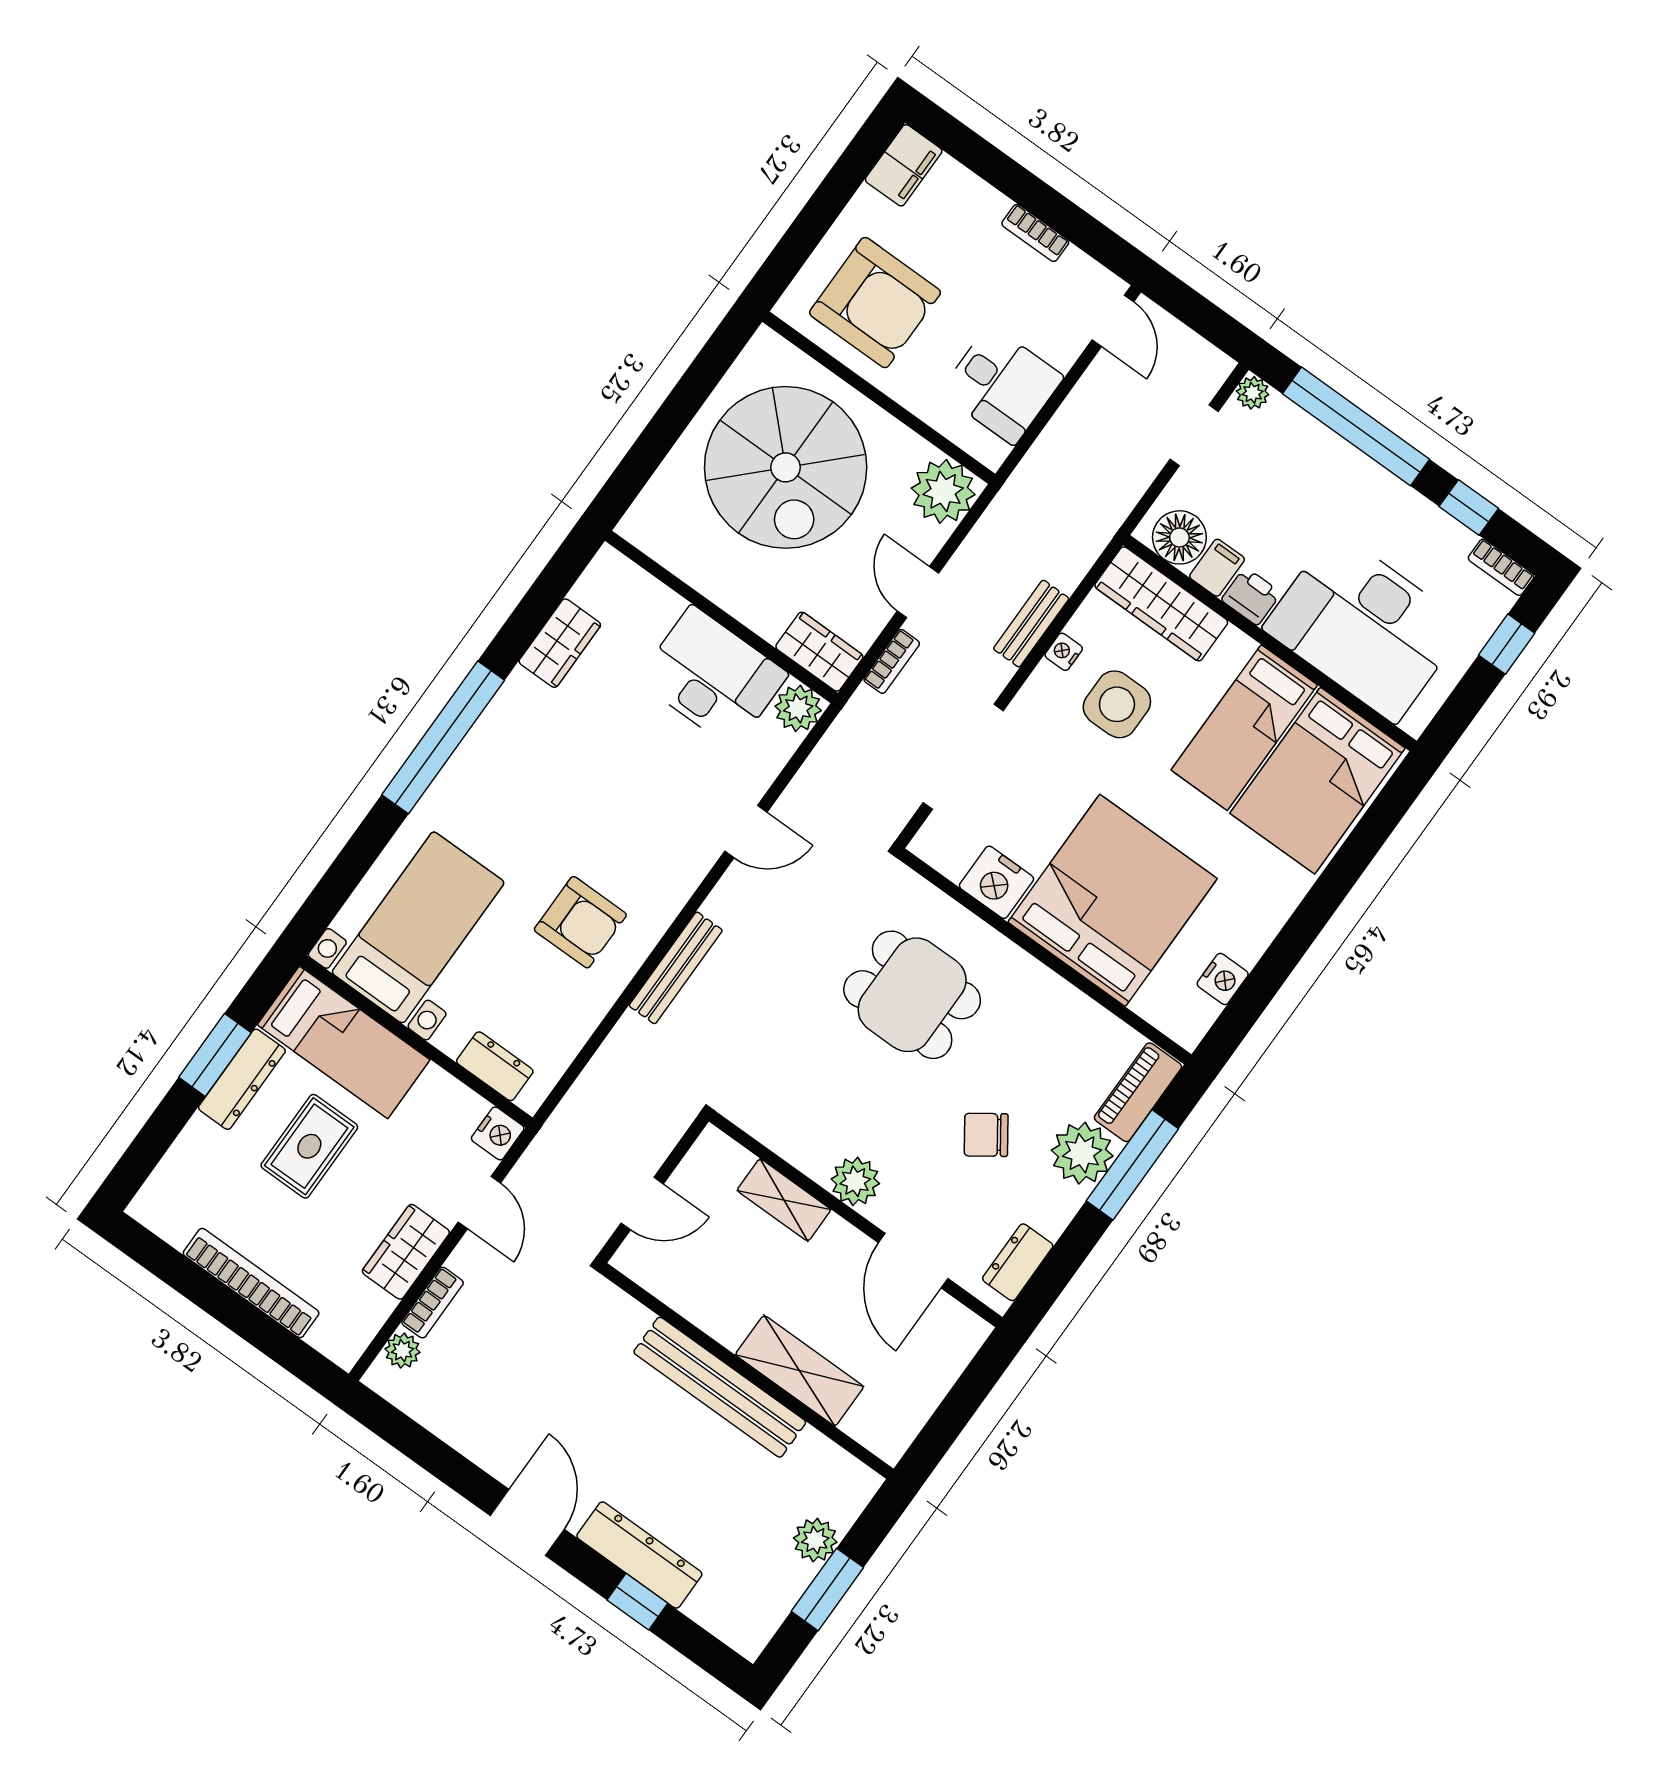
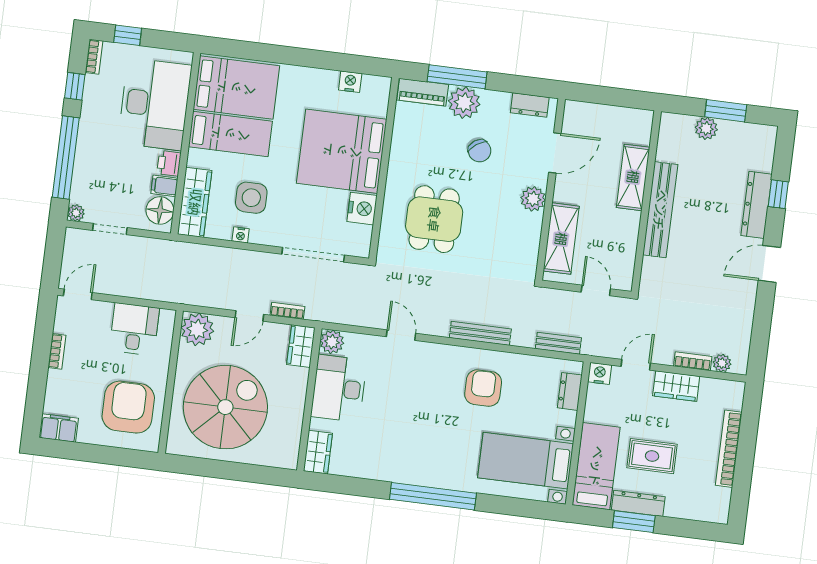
bench: (1031, 624) -> (558, 343), moved
wardrobe: (560, 643) -> (318, 452), moved, turned 90
shelving: (784, 1200) -> (561, 239), width x1.50, depth x1.33

